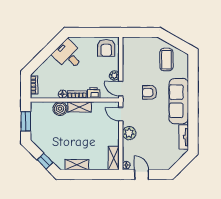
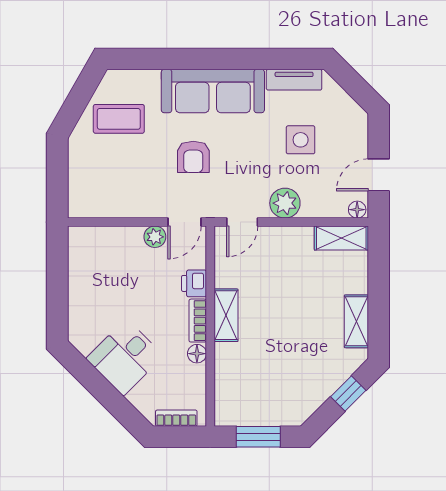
armchair: (106, 48) -> (92, 255), removed
desk: (68, 55) -> (125, 357), moved
boiler: (60, 109) -> (230, 359), removed
side table: (157, 140) -> (301, 140), added

